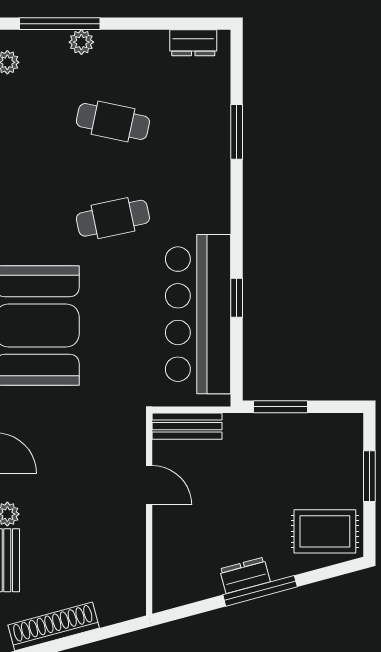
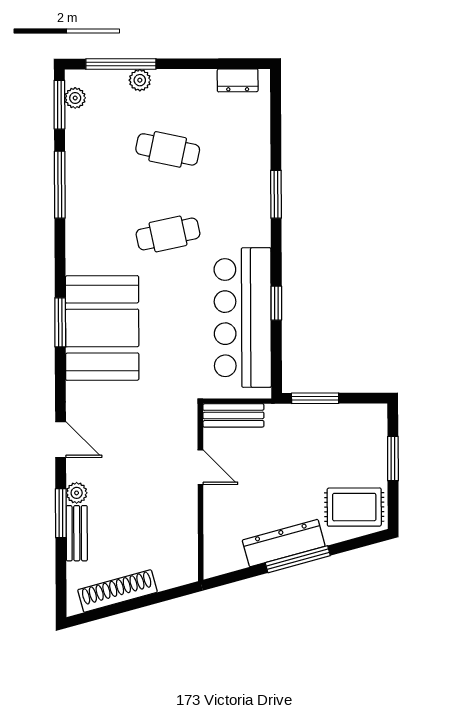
window: (237, 132) -> (276, 194), moved
dresser: (245, 575) -> (284, 543), width x1.96, depth x1.24

